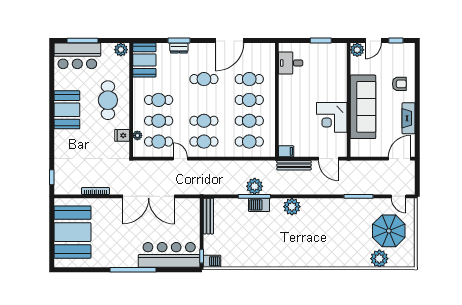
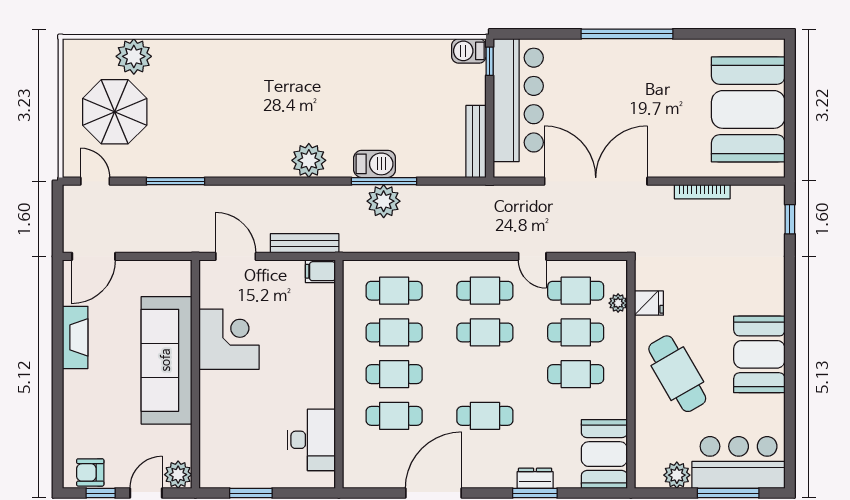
plant: (121, 50) -> (677, 475), moved
desk: (291, 63) -> (311, 440), width x1.37
armchair: (399, 84) -> (90, 472), moved
cafe table: (108, 100) -> (677, 374), turned -30
bar counter: (169, 255) -> (518, 100), moved, turned -90

